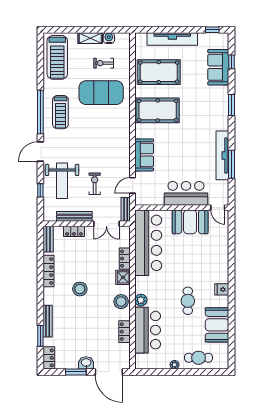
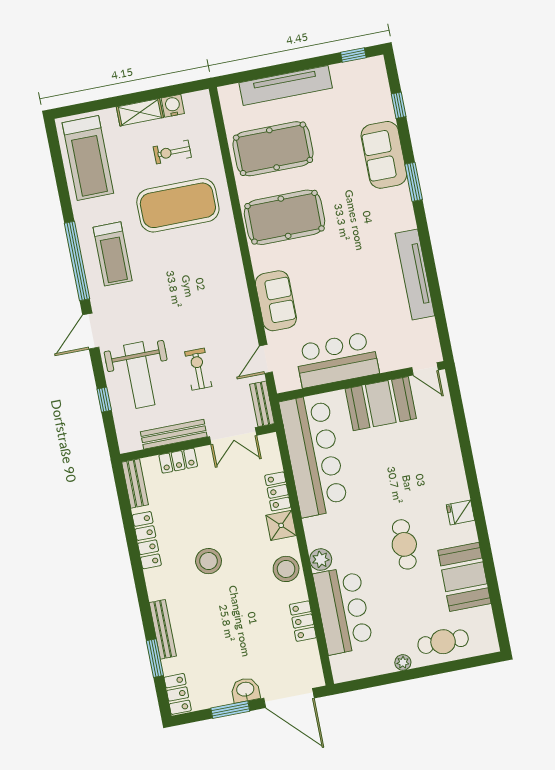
sofa: (218, 67) -> (384, 155), moved
window: (232, 164) -> (434, 287), removed
bar counter: (186, 193) -> (337, 360), moved

